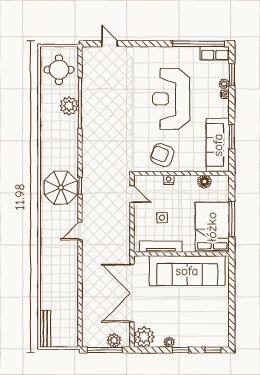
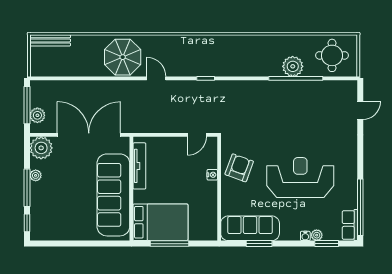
floor lamp: (204, 181) -> (210, 214), removed
parasol: (61, 188) -> (123, 57), moved
side table: (162, 218) -> (171, 168), removed
window: (181, 350) -> (27, 188), width x2.17

